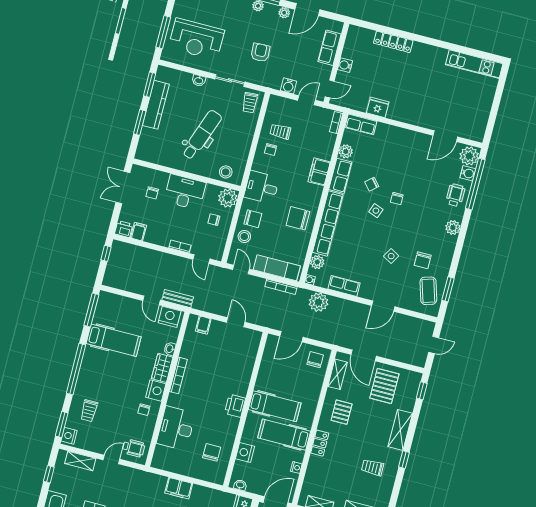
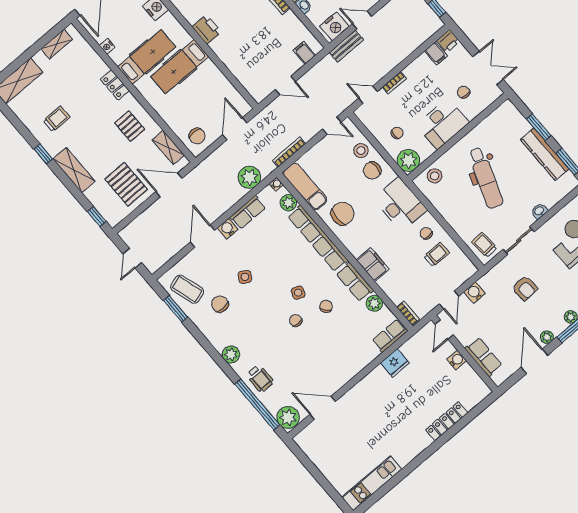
door: (445, 136) -> (323, 408), hinge flipped
water cooler: (468, 173) -> (228, 229), moved, turned 90
desk: (262, 187) -> (400, 204), width x1.37
exam couch: (277, 268) -> (305, 186), moved, turned -90

